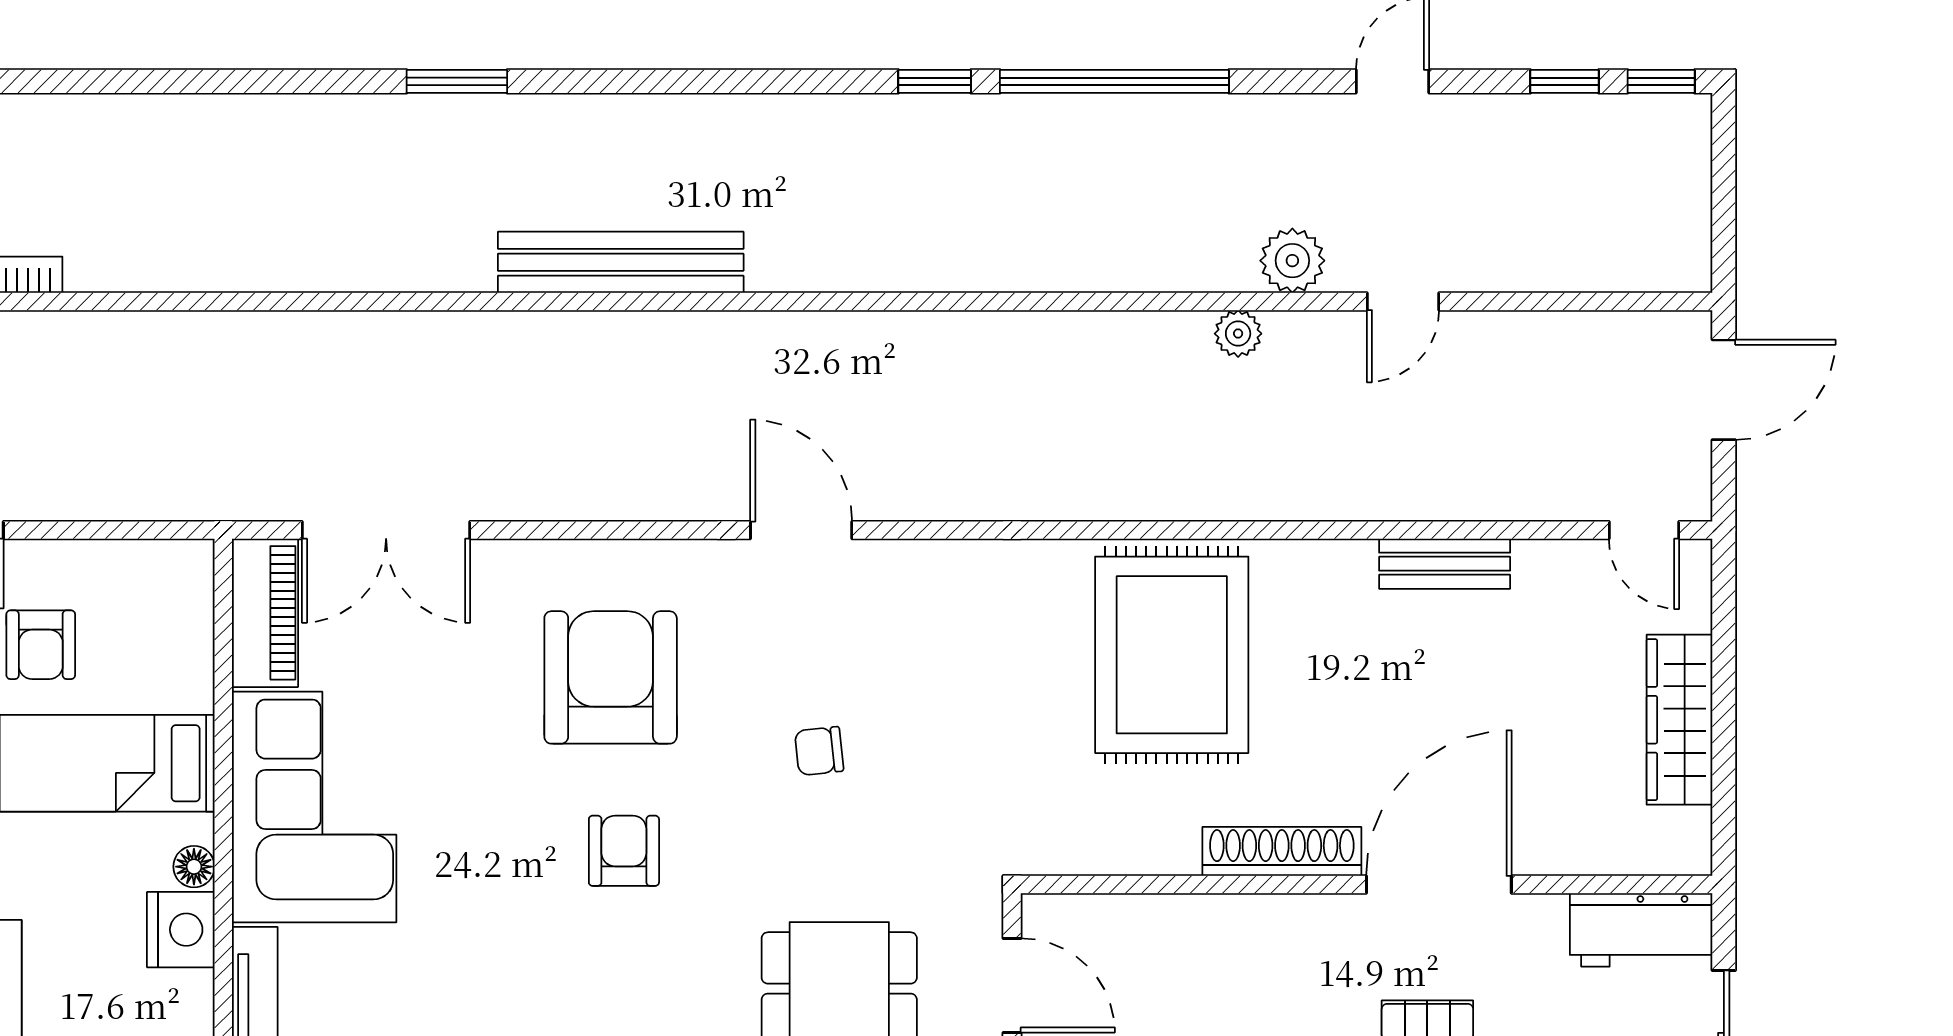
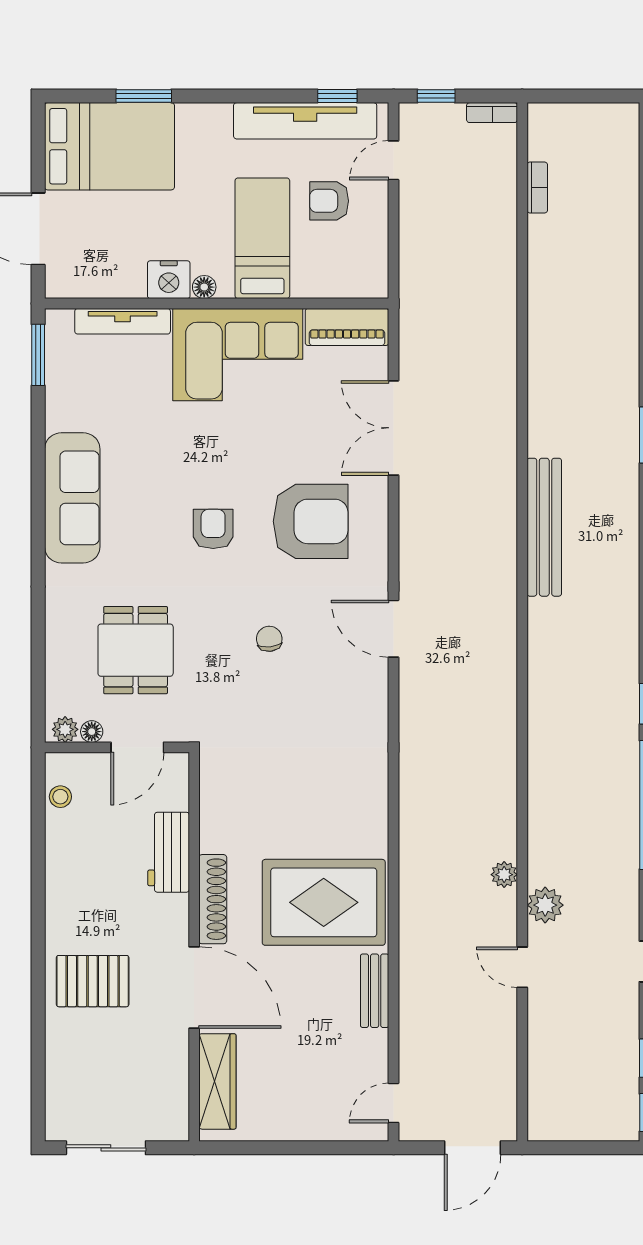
door: (1724, 390) -> (472, 1148), hinge flipped
double door: (386, 530) -> (394, 428), moved
door: (801, 530) -> (394, 629), swing flipped
rug: (1172, 655) -> (324, 902), moved
wardrobe: (1679, 720) -> (217, 1081), moved, turned 90
armchair: (624, 851) -> (213, 529), turned -90
workbench: (1641, 930) -> (169, 852), moved

